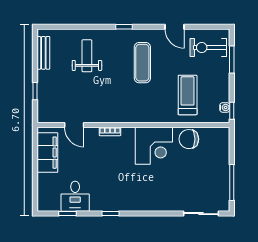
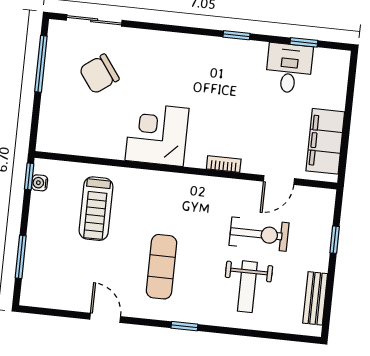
exercise bike: (208, 47) -> (259, 234), moved
door: (74, 125) -> (279, 180), swing flipped
chair: (189, 139) -> (99, 74), moved, turned 144

